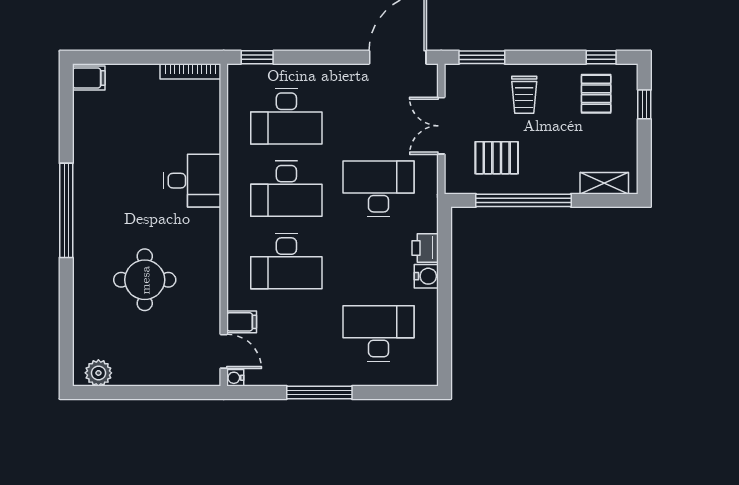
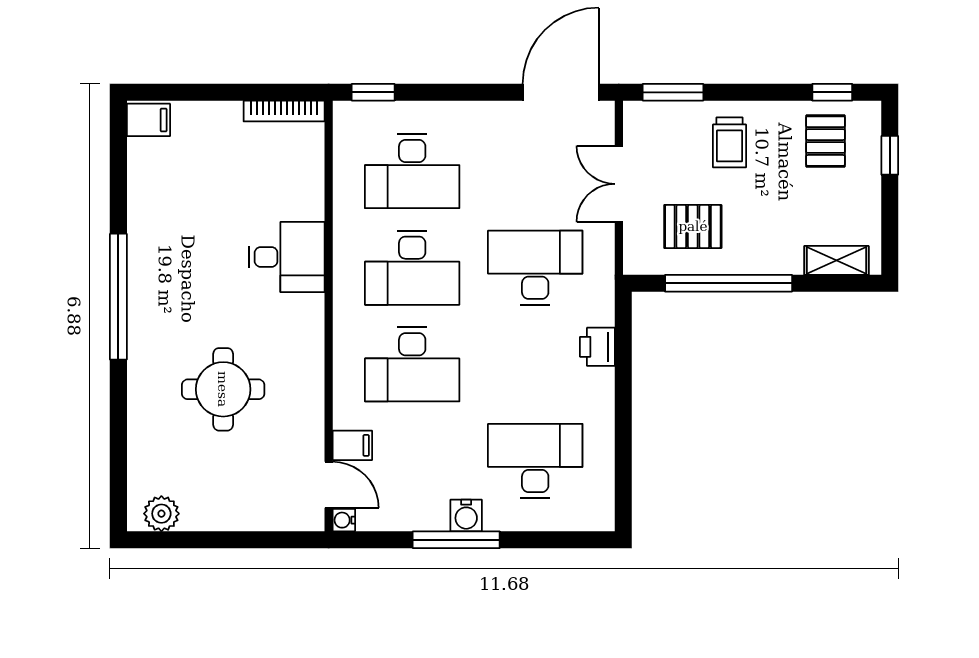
water cooler: (426, 276) -> (466, 515), moved, turned 90

